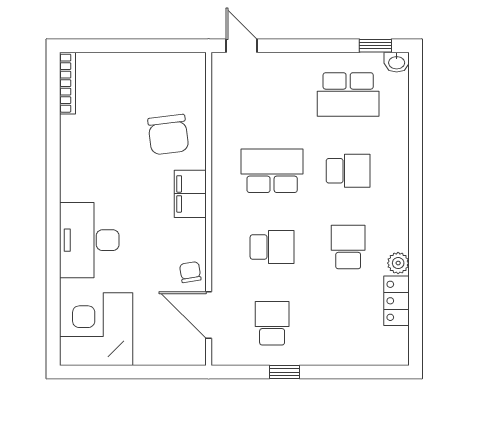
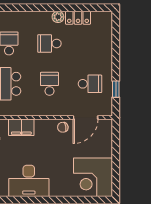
desk: (89, 240) -> (29, 181), moved
school desk: (272, 323) -> (90, 84), turned 180
window: (284, 372) -> (116, 89), moved

